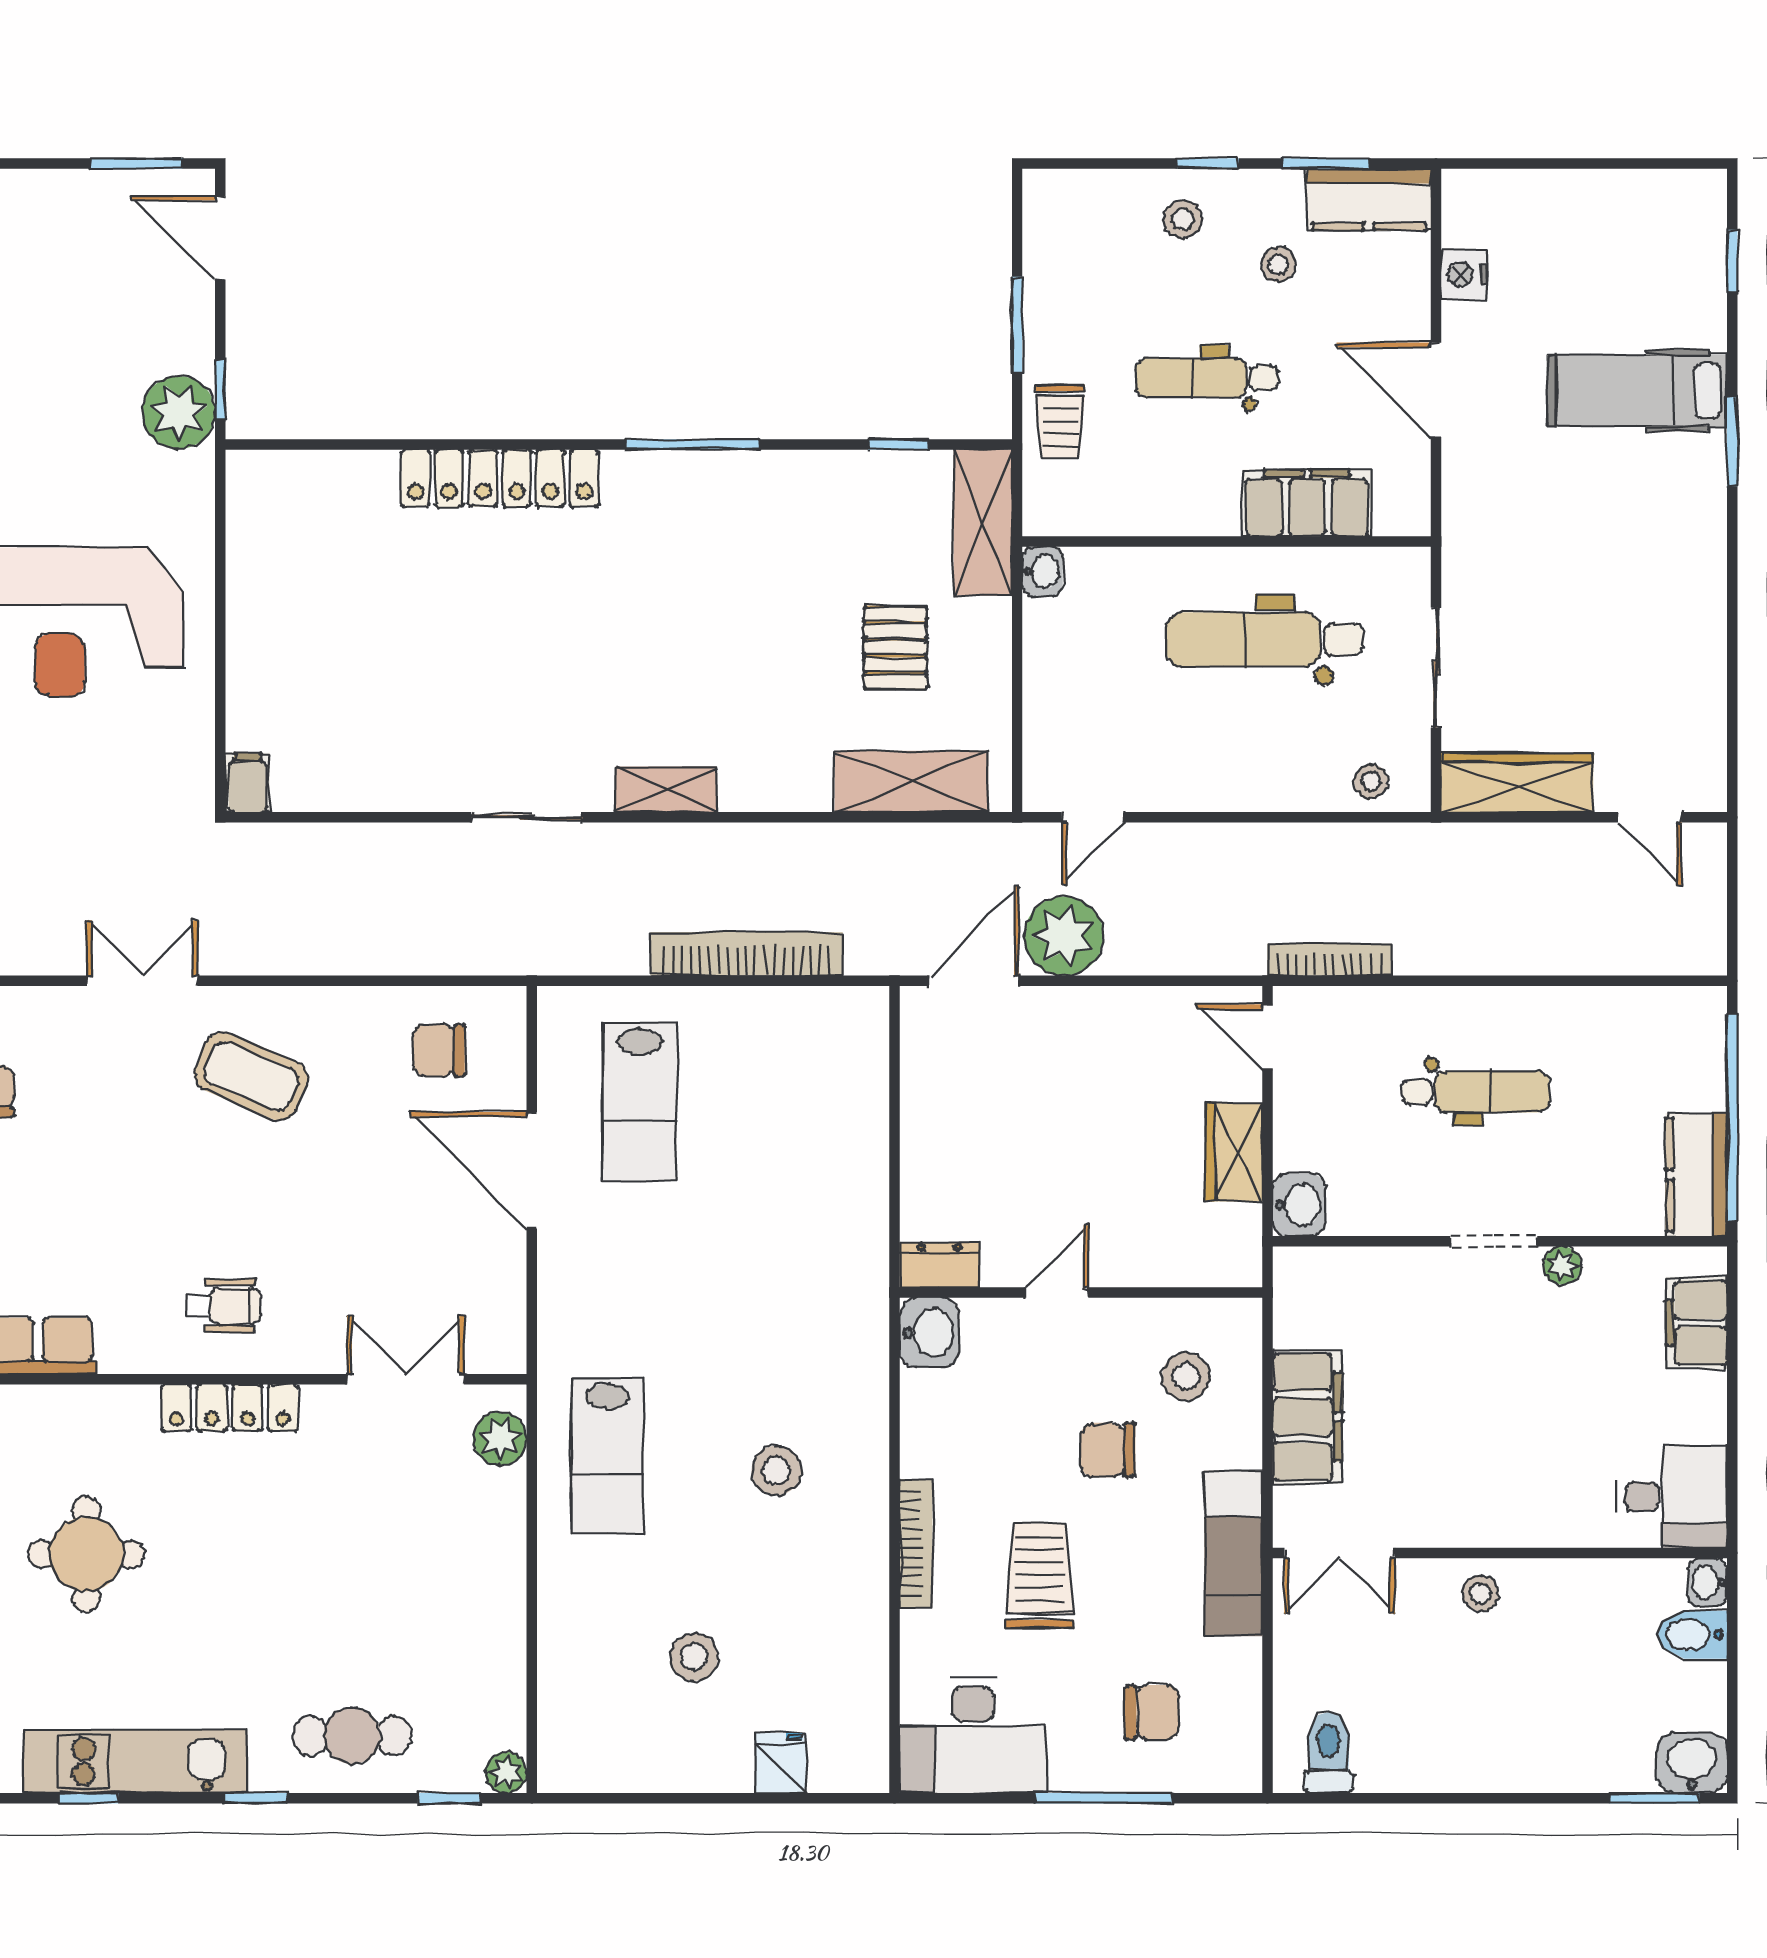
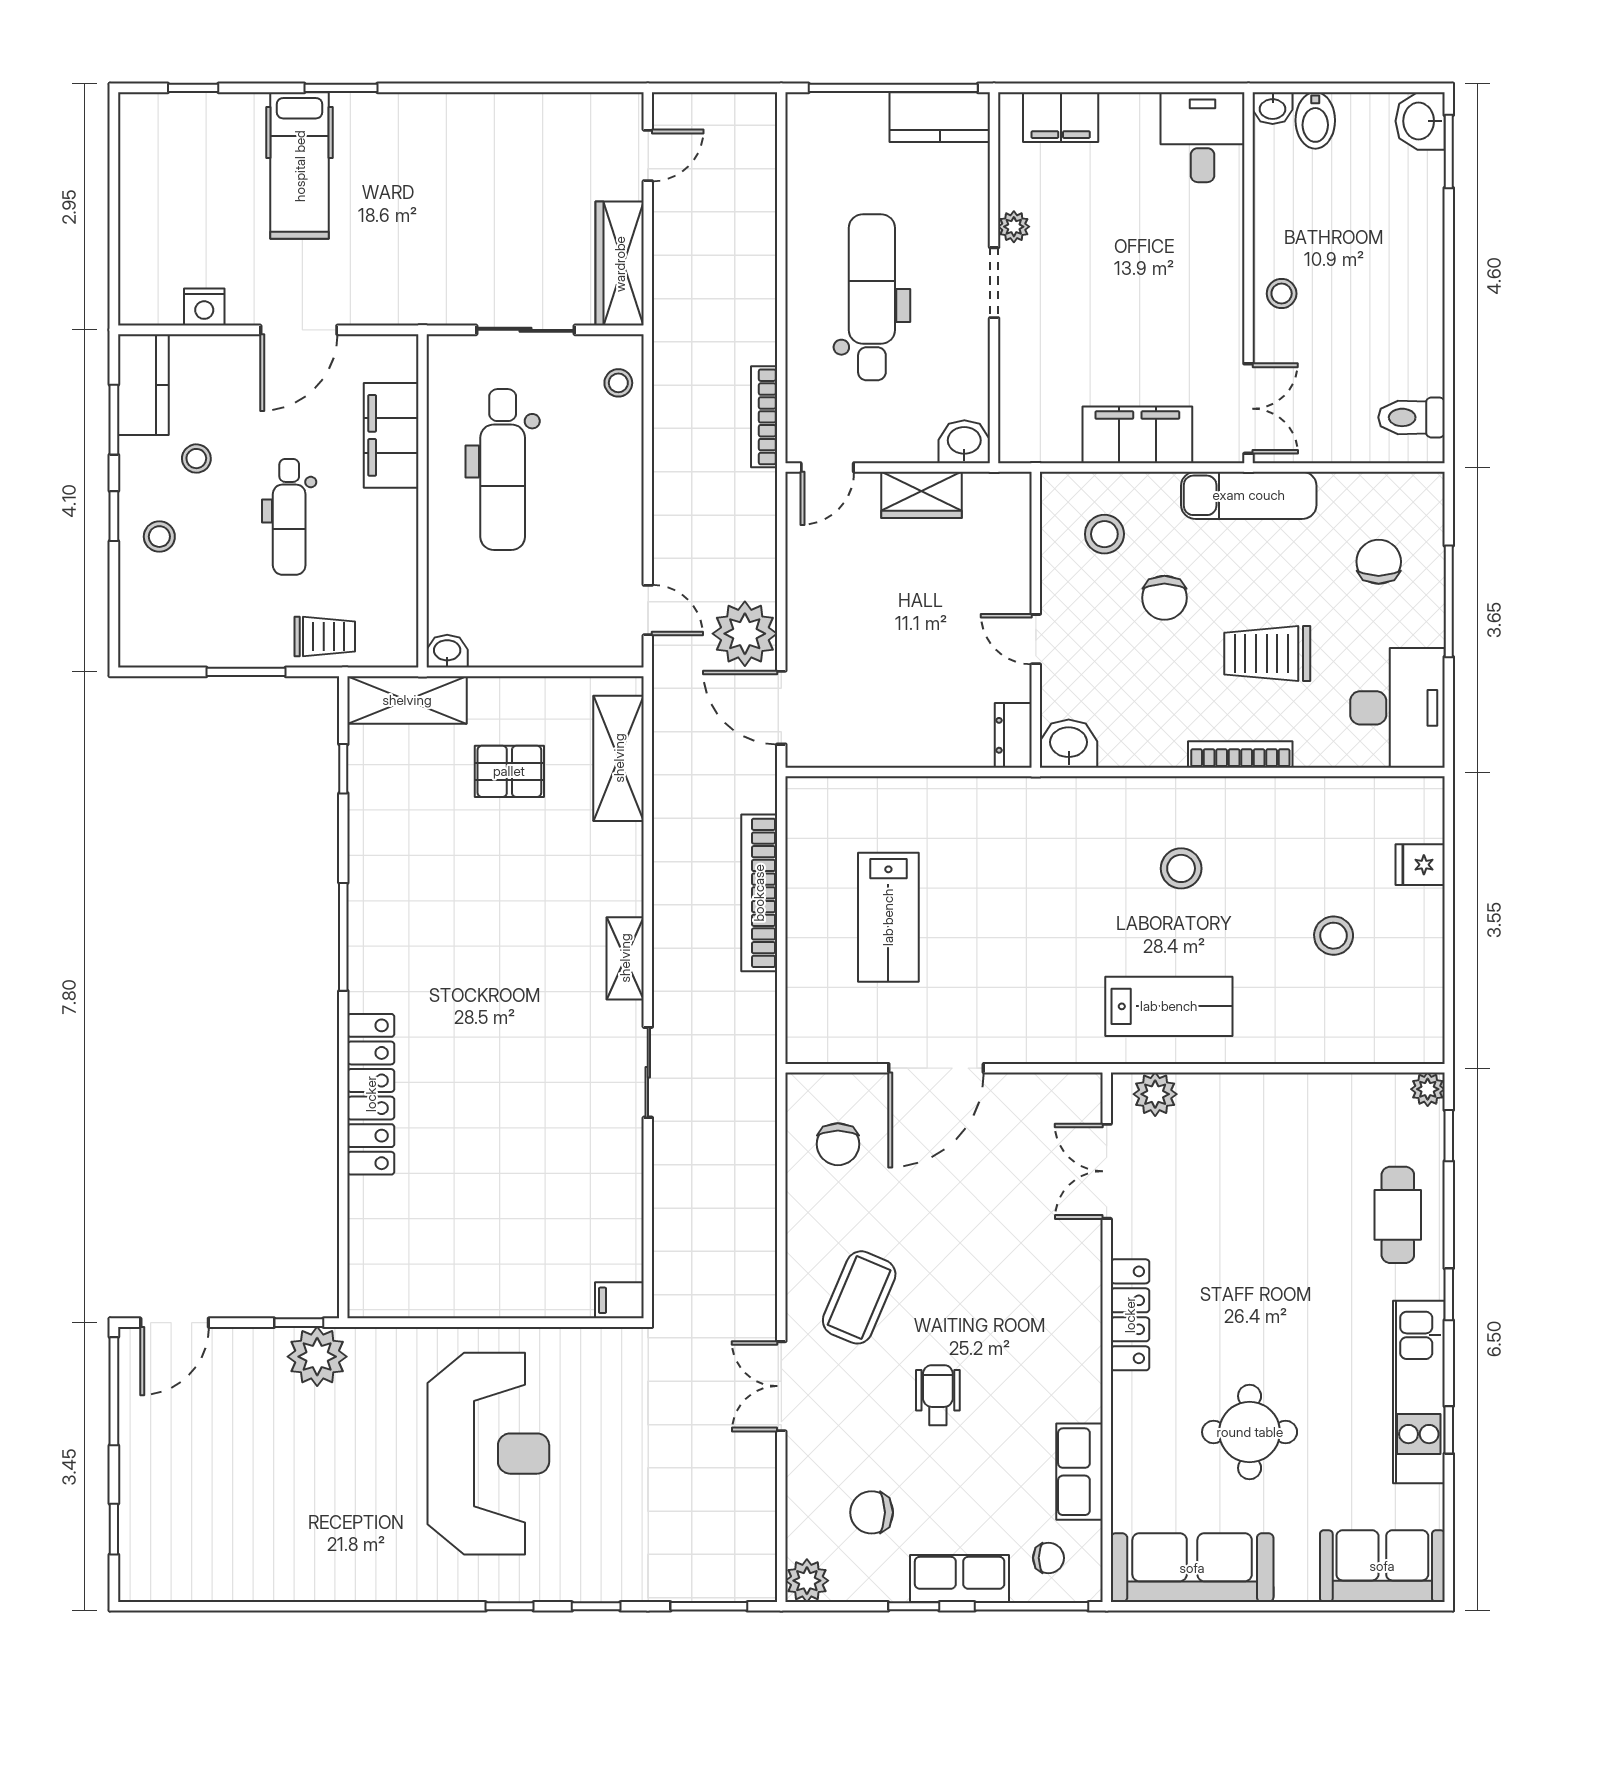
window: (136, 163) -> (114, 1391), width x1.44
dental chair: (1476, 1092) -> (872, 297), width x1.36, depth x1.38
lab bench: (640, 1102) -> (888, 917), moved, turned 90
wheelchair: (224, 1306) -> (938, 1395), moved

